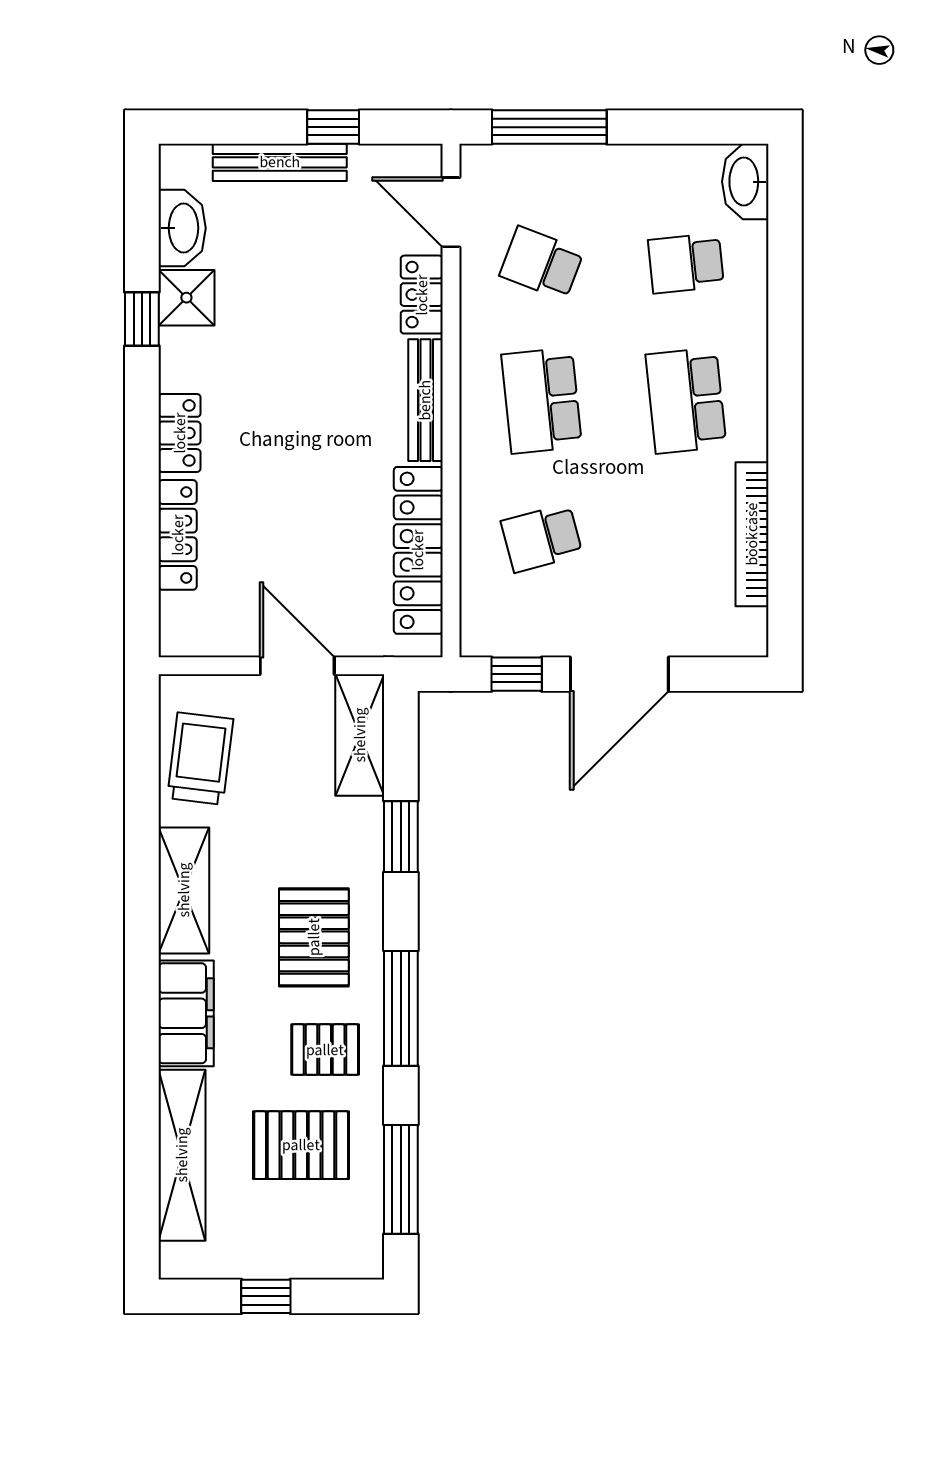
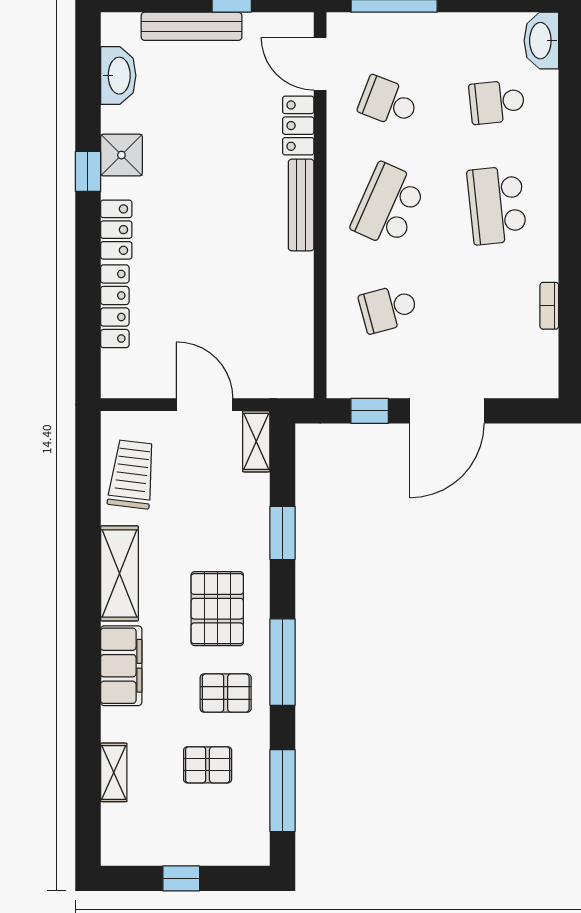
shower: (186, 298) -> (121, 155), moved
window: (142, 319) -> (88, 171), moved
school desk: (542, 401) -> (388, 205), turned 30
bookcase: (752, 534) -> (549, 306), width x0.43, depth x0.76
locker: (418, 550) -> (296, 318), removed
shelving: (360, 735) -> (256, 441), width x0.67, depth x0.75
pallet: (301, 1145) -> (208, 765), width x0.67, depth x0.71
shelving: (182, 1155) -> (114, 772), width x0.45, depth x0.75

